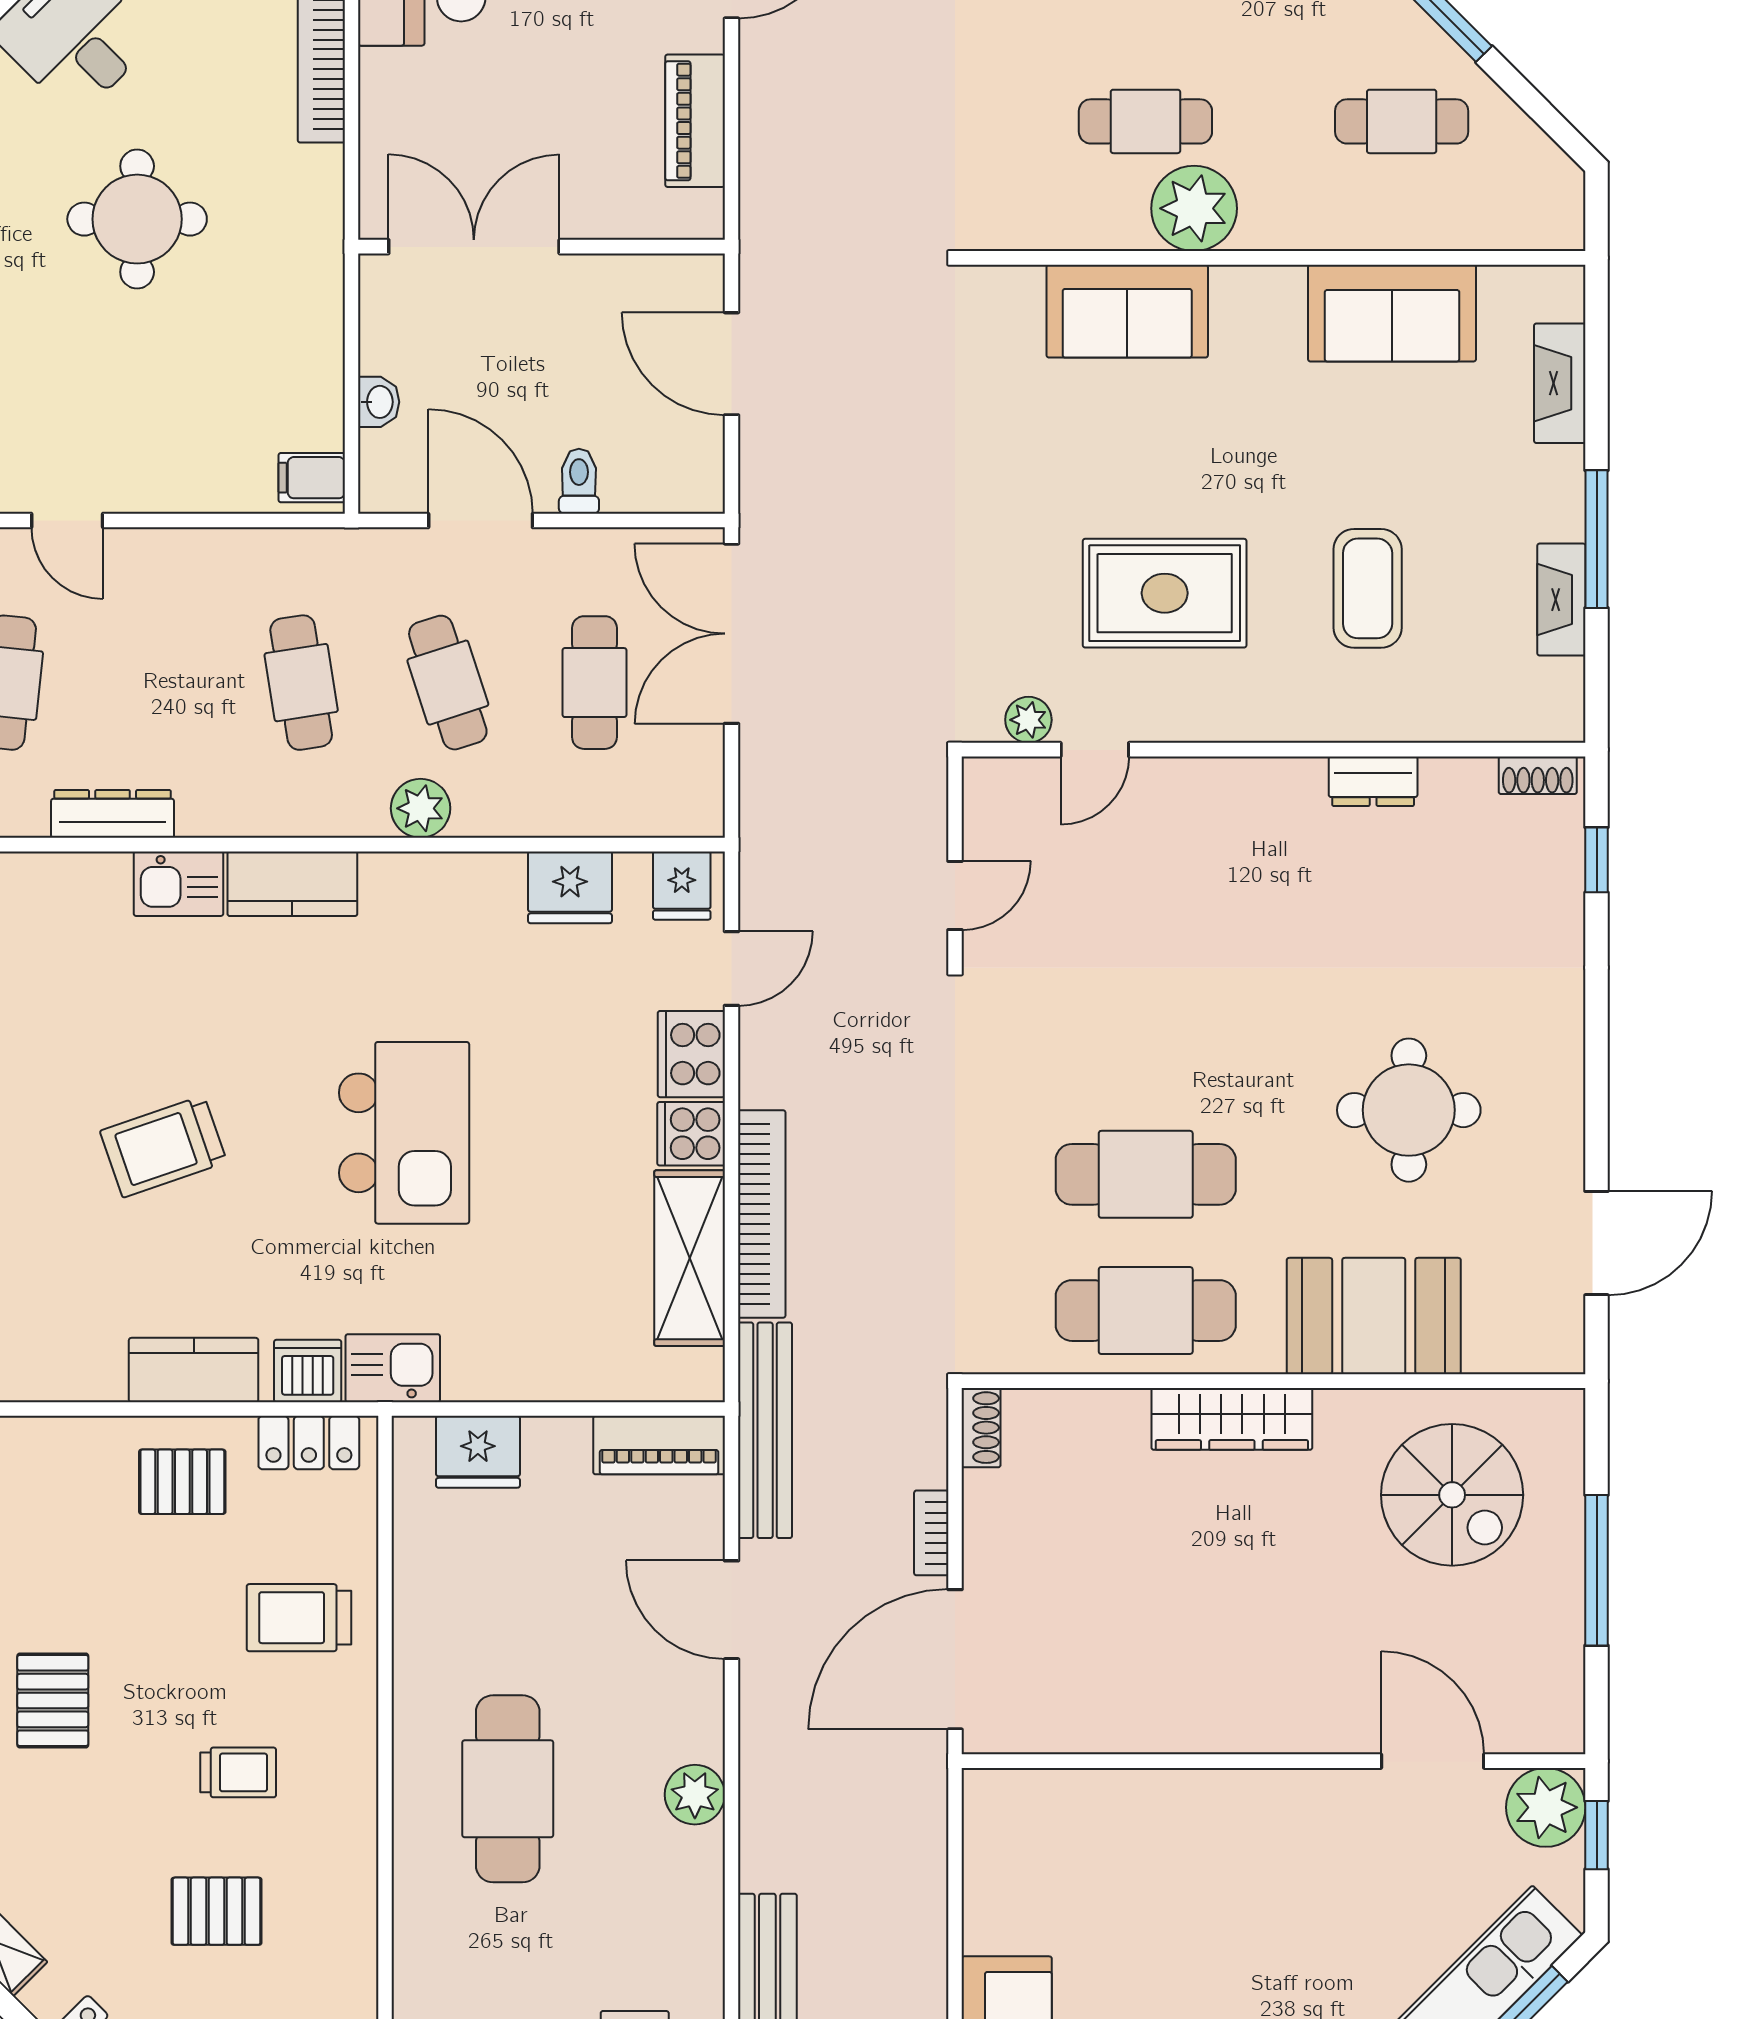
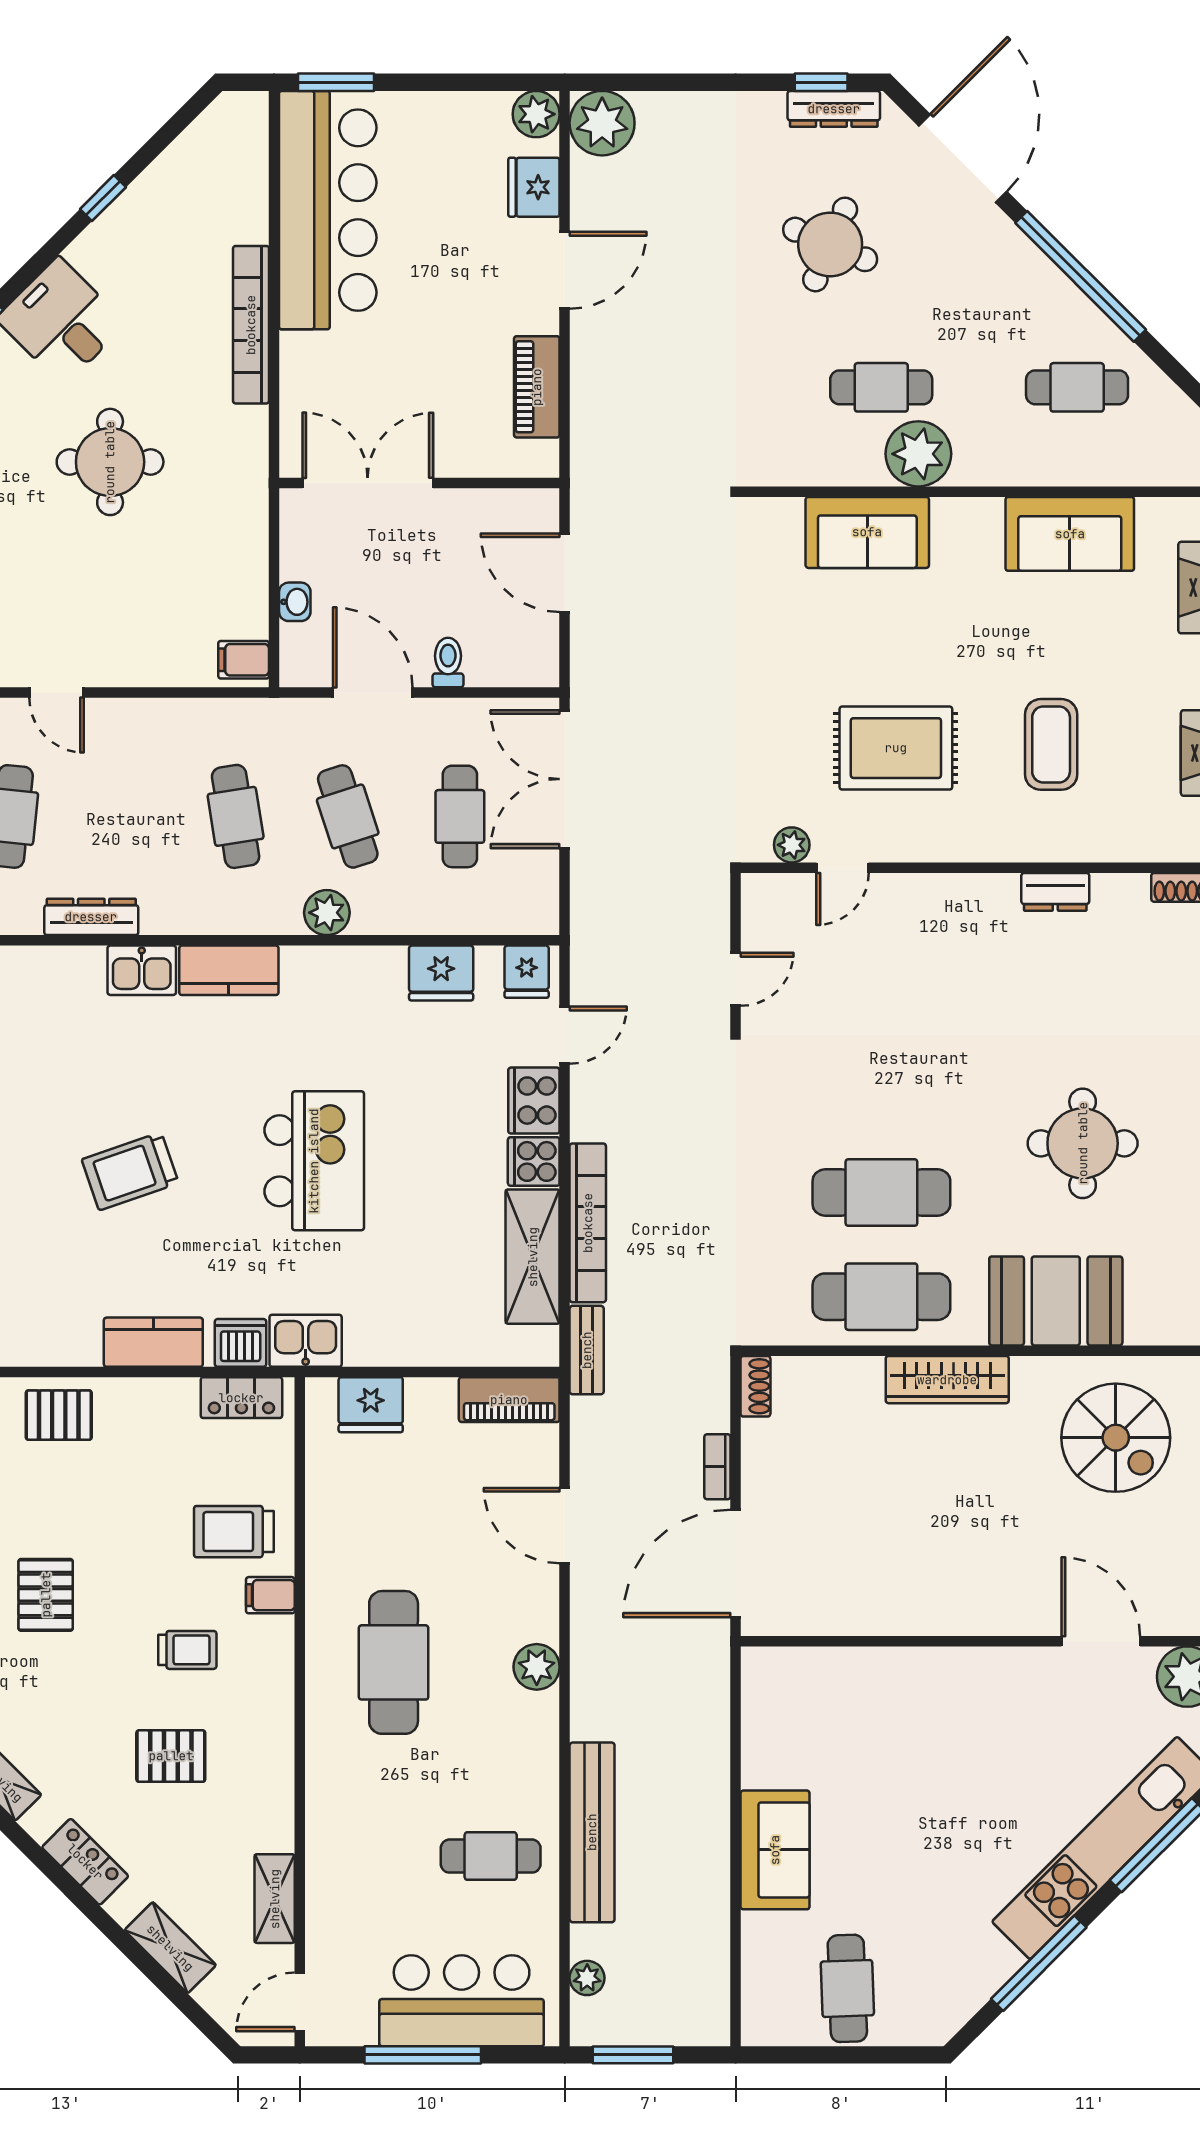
bench: (765, 1430) -> (587, 1350), width x0.54, depth x0.82
pallet: (182, 1482) -> (59, 1415), moved
filing cabinet: (347, 1701) -> (270, 1595), added

